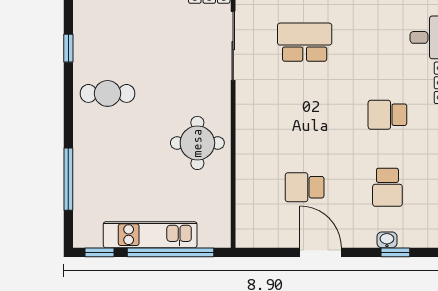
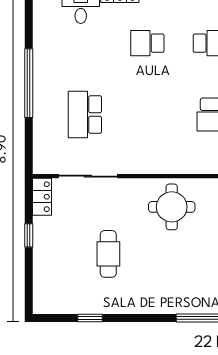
cafe table: (108, 93) -> (108, 254), moved
school desk: (387, 115) -> (147, 43), turned 90

